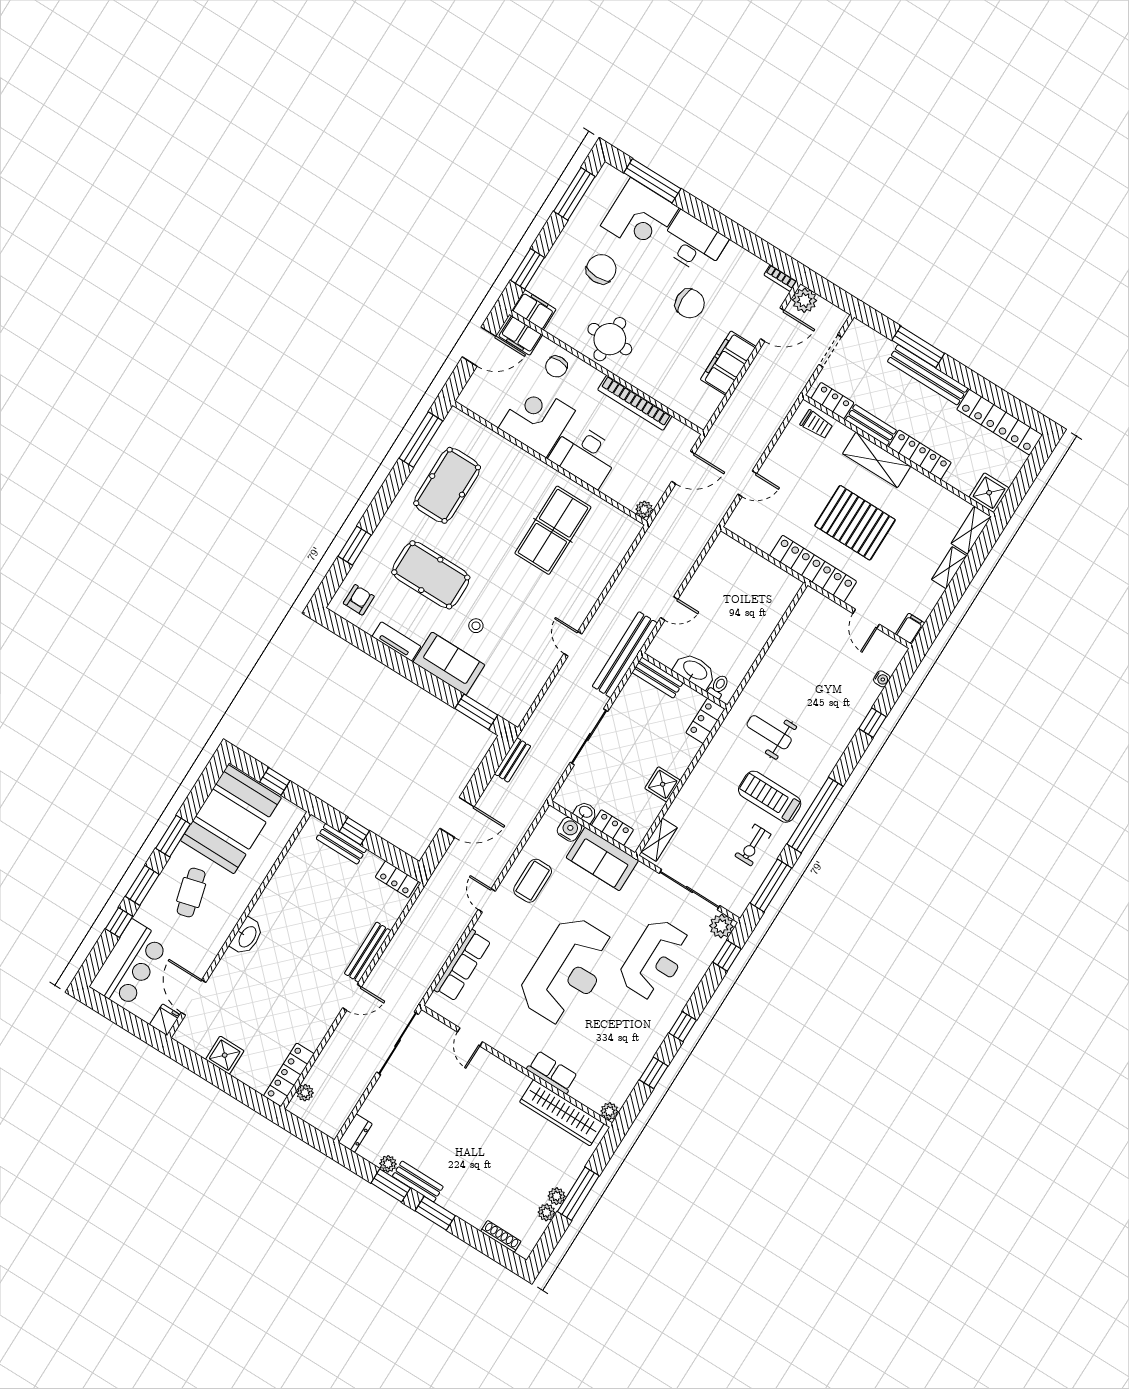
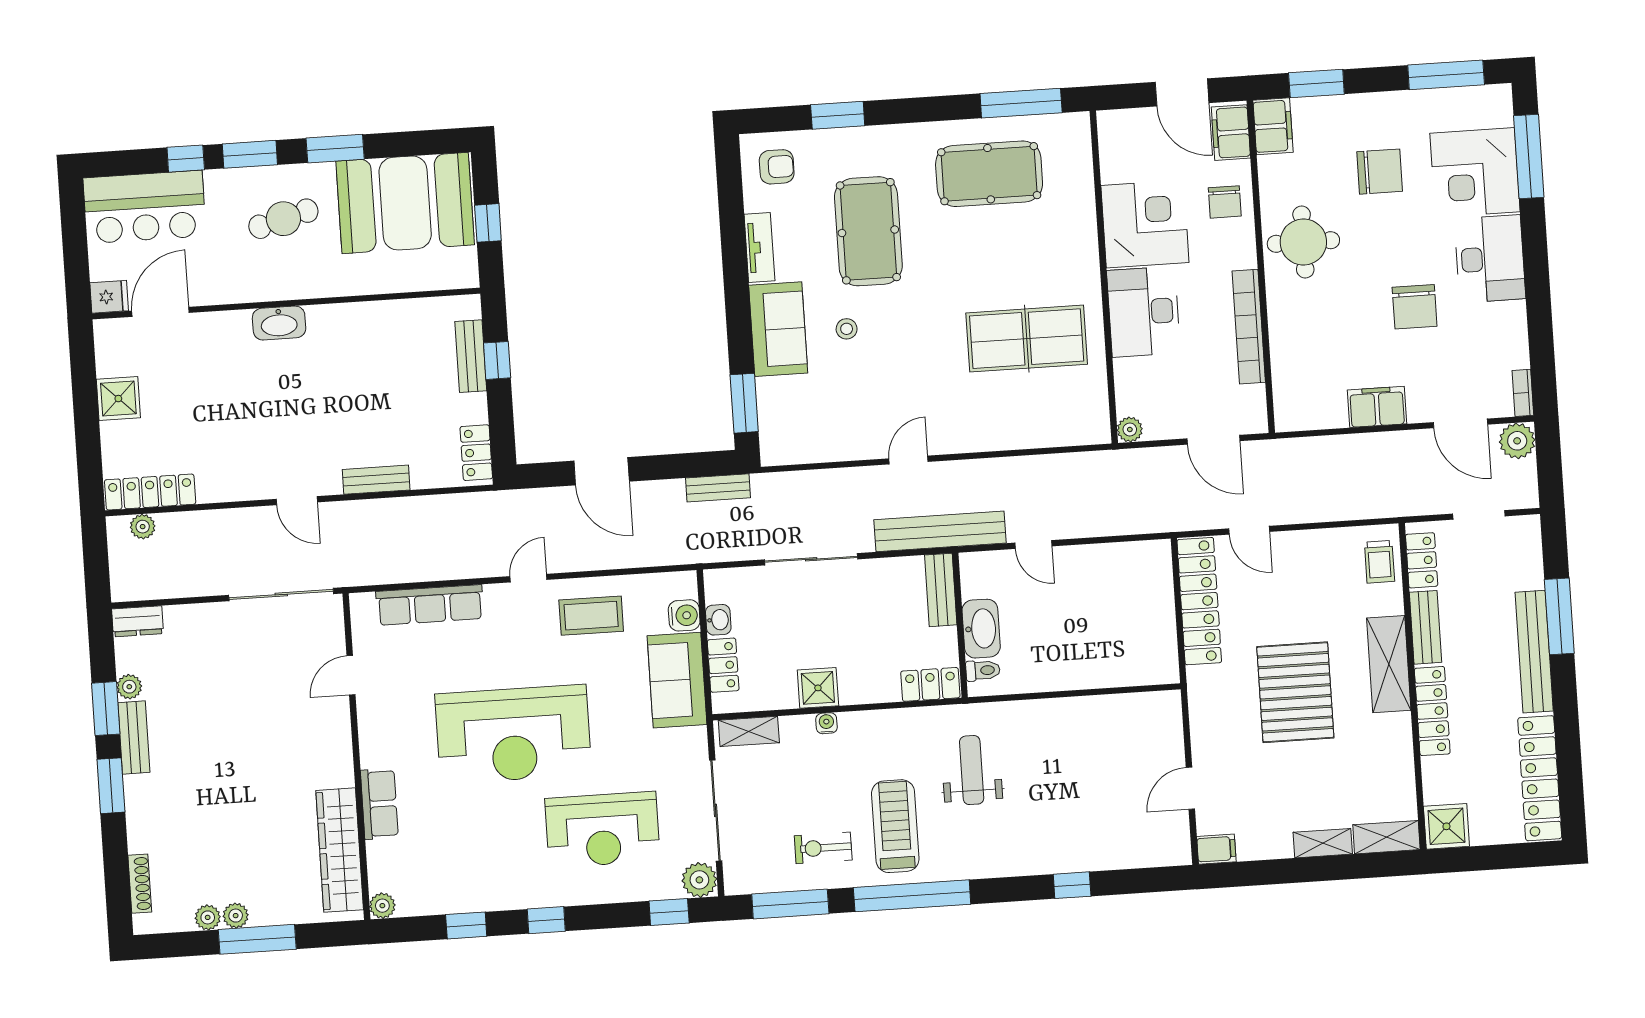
filing cabinet: (728, 363) -> (1377, 407), width x0.67, depth x0.86
chair: (556, 367) -> (1225, 202), turned -90
locker: (813, 569) -> (1199, 601), moved
water cooler: (882, 679) -> (826, 723), moved, turned 180
bench: (368, 952) -> (376, 480), width x0.73

